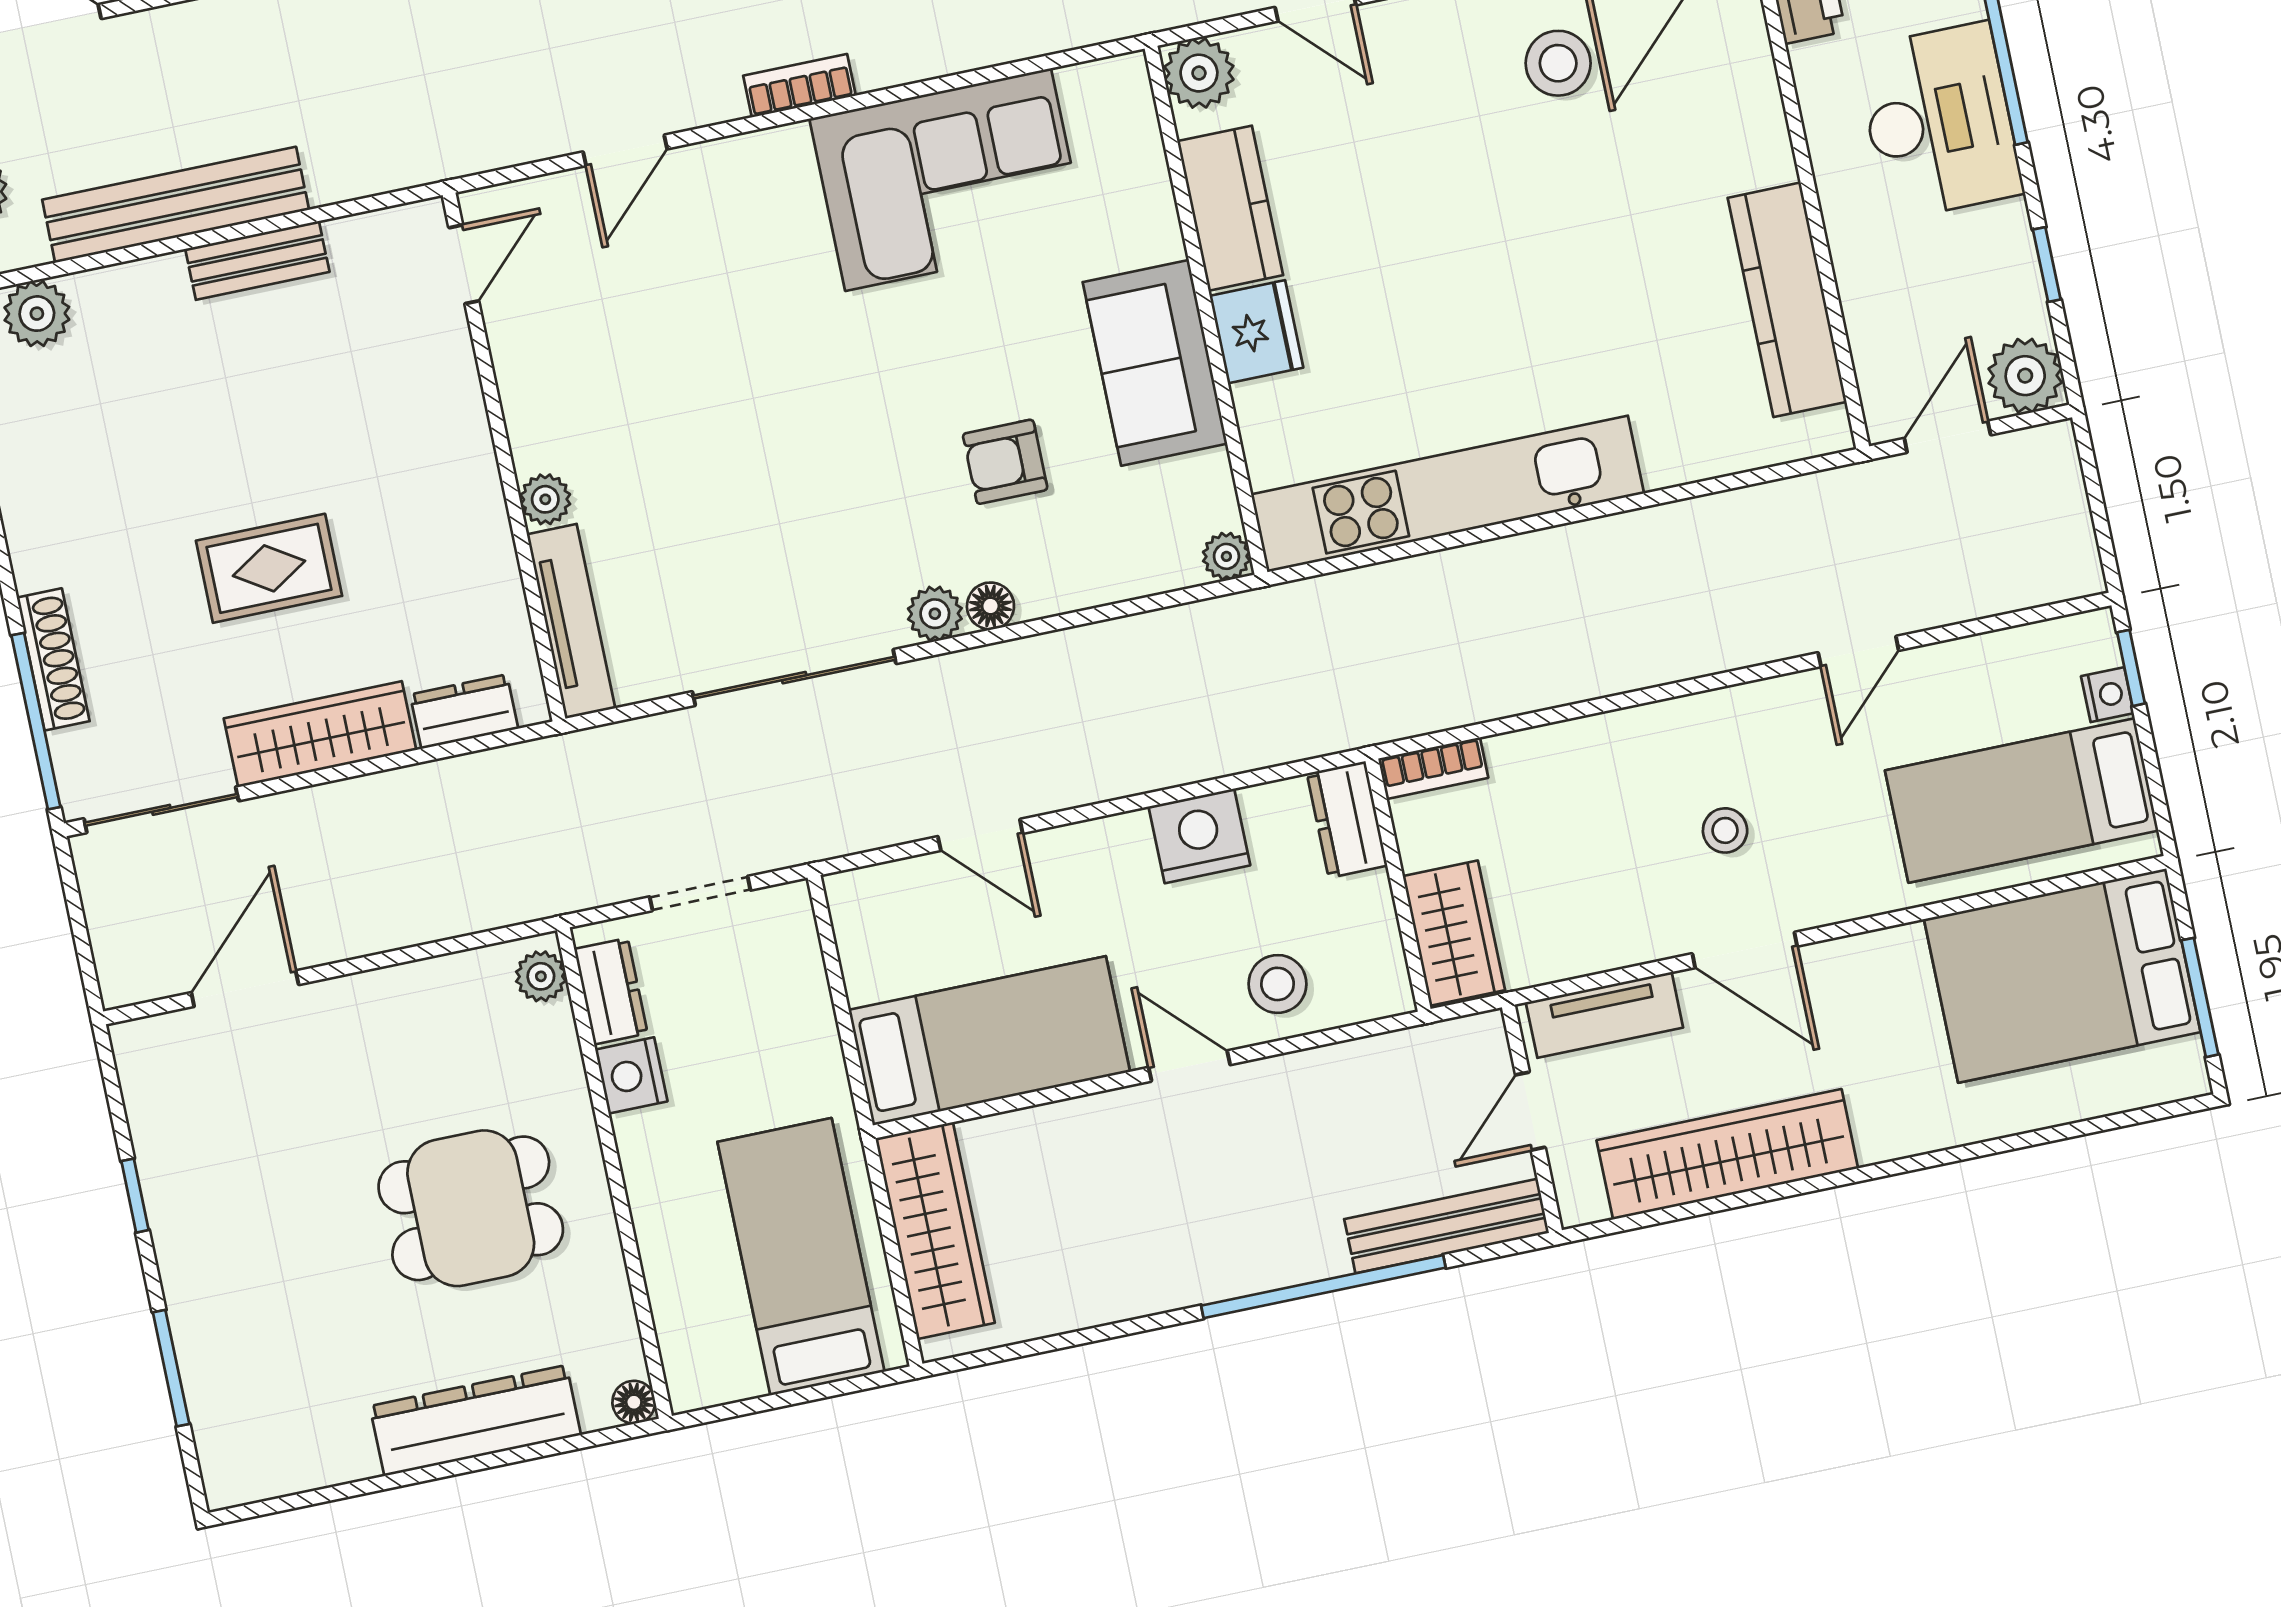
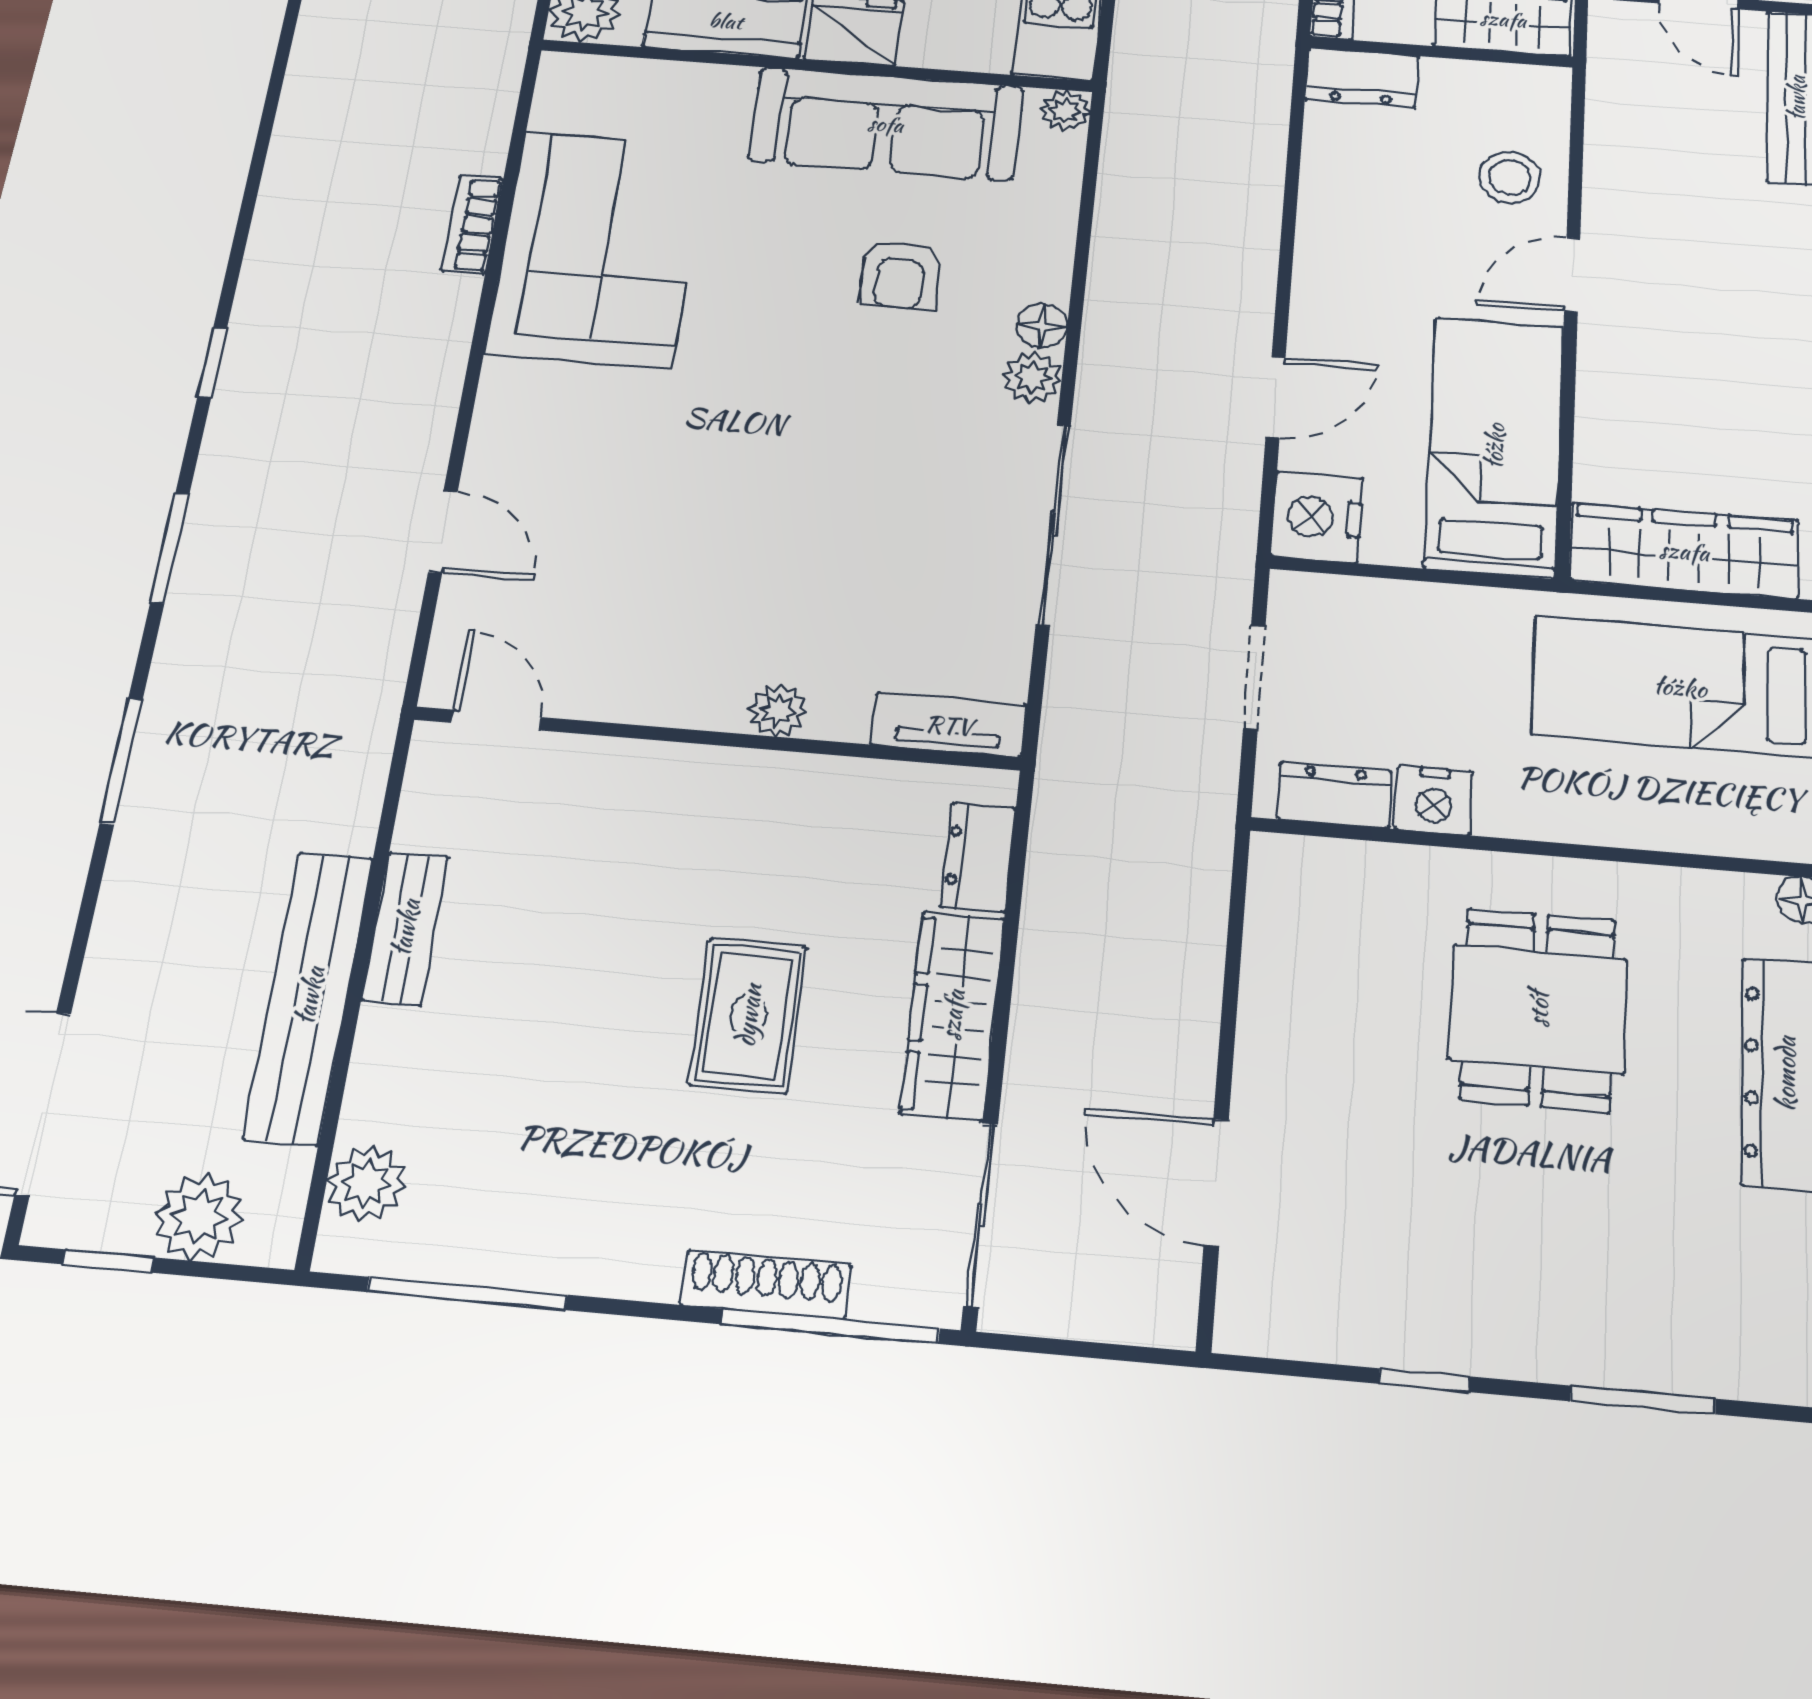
bookcase: (799, 86) -> (472, 225), moved
sofa: (1155, 363) -> (886, 124), width x1.36
tv unit: (571, 621) -> (949, 725), width x0.71
nightstand: (1199, 836) -> (1317, 517), moved
plant: (541, 976) -> (1297, 862), removed

